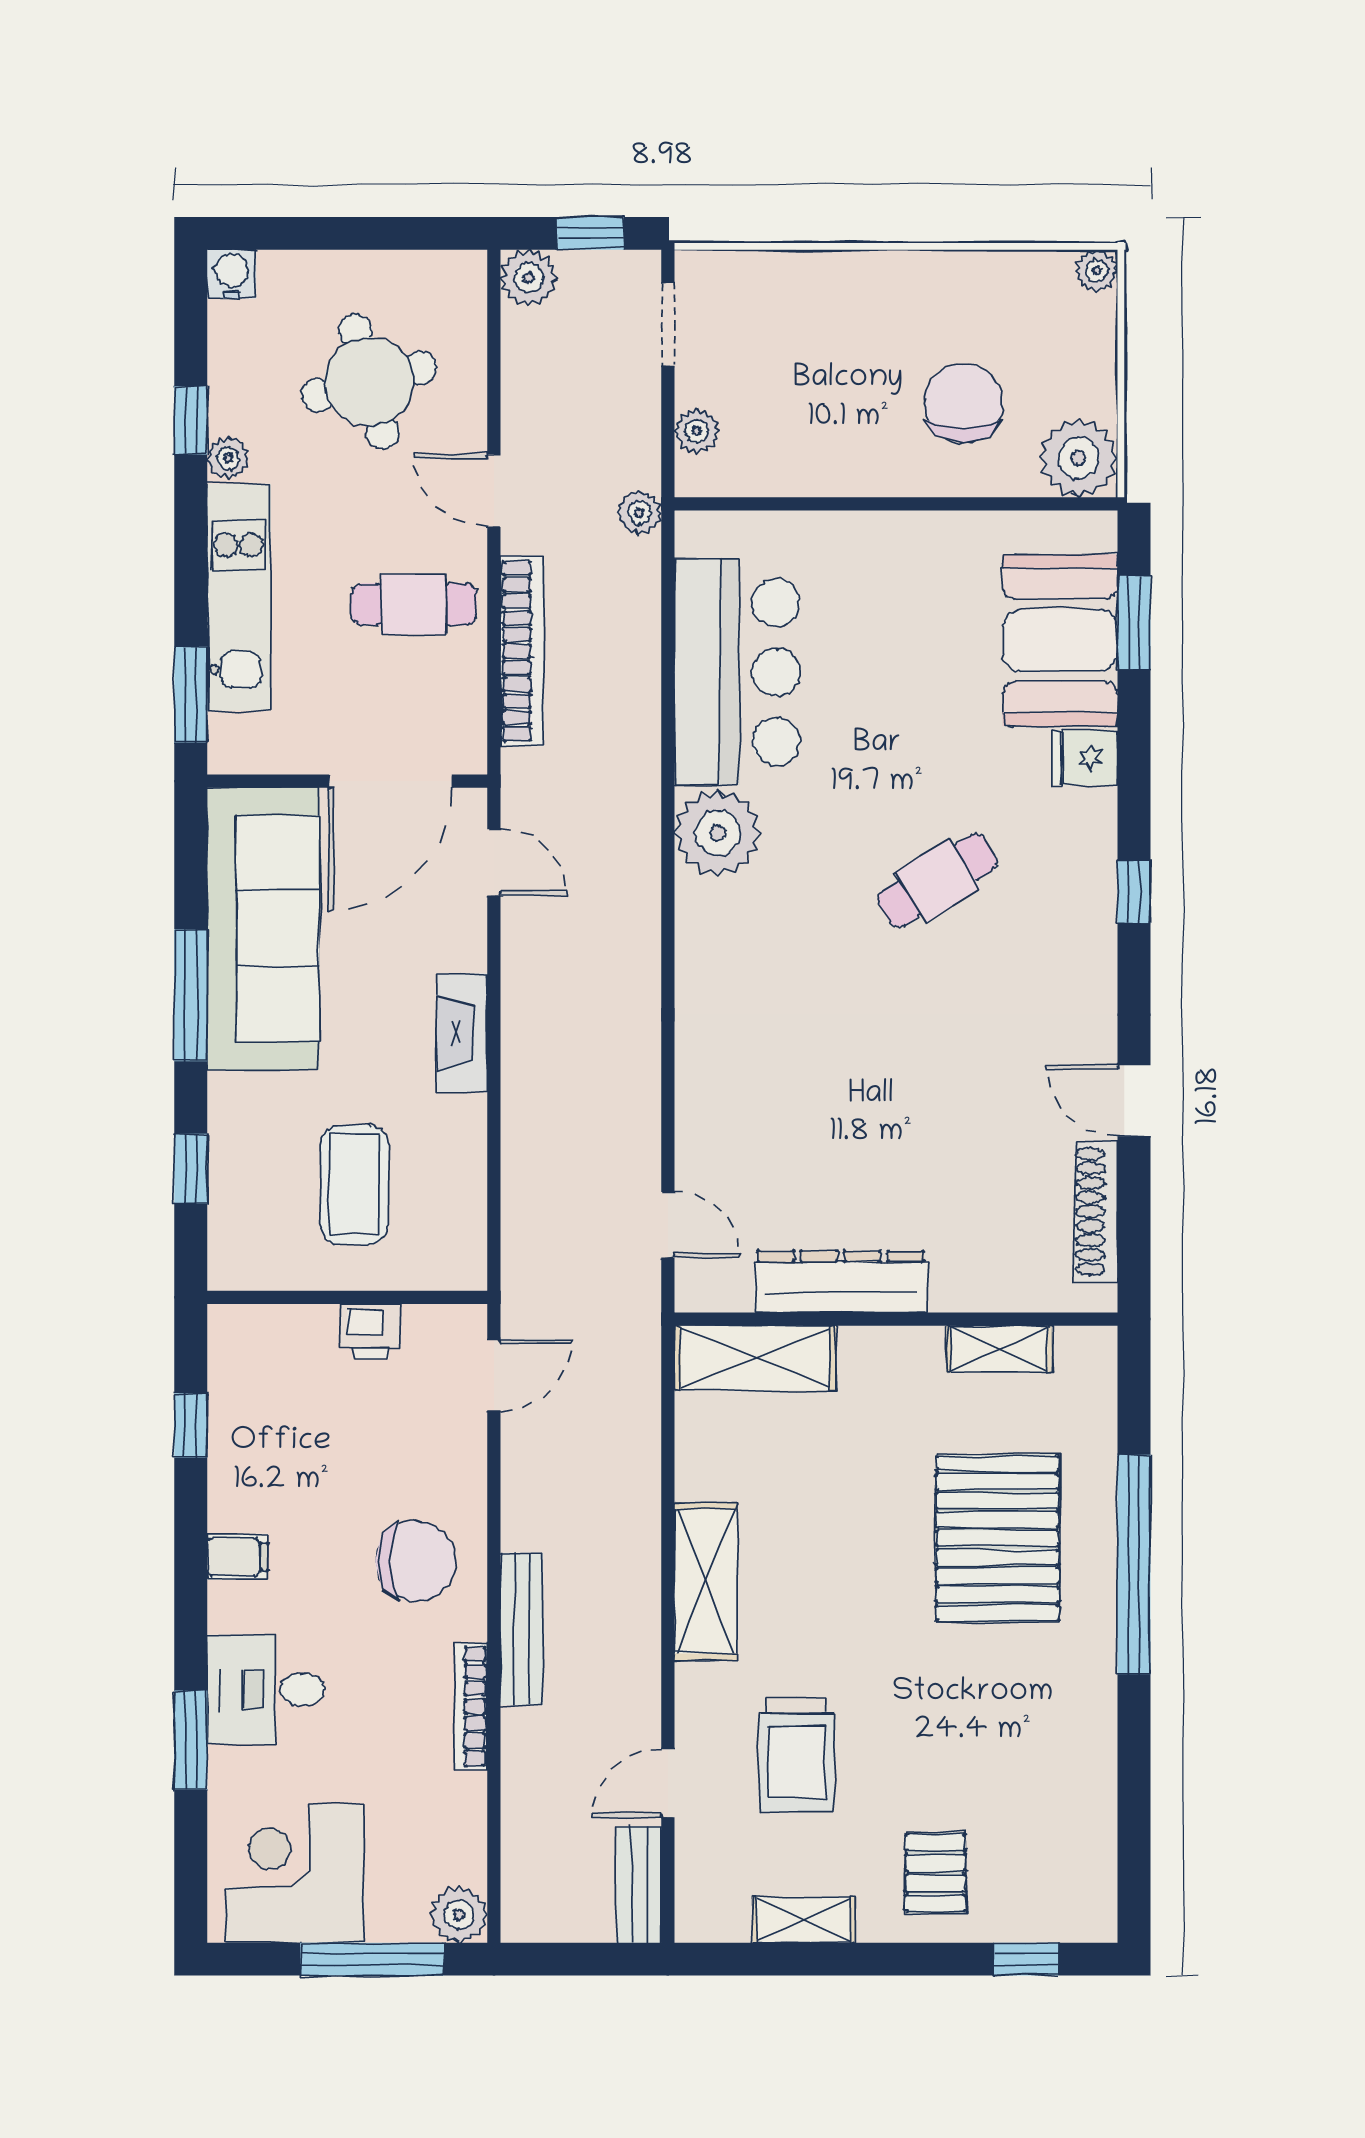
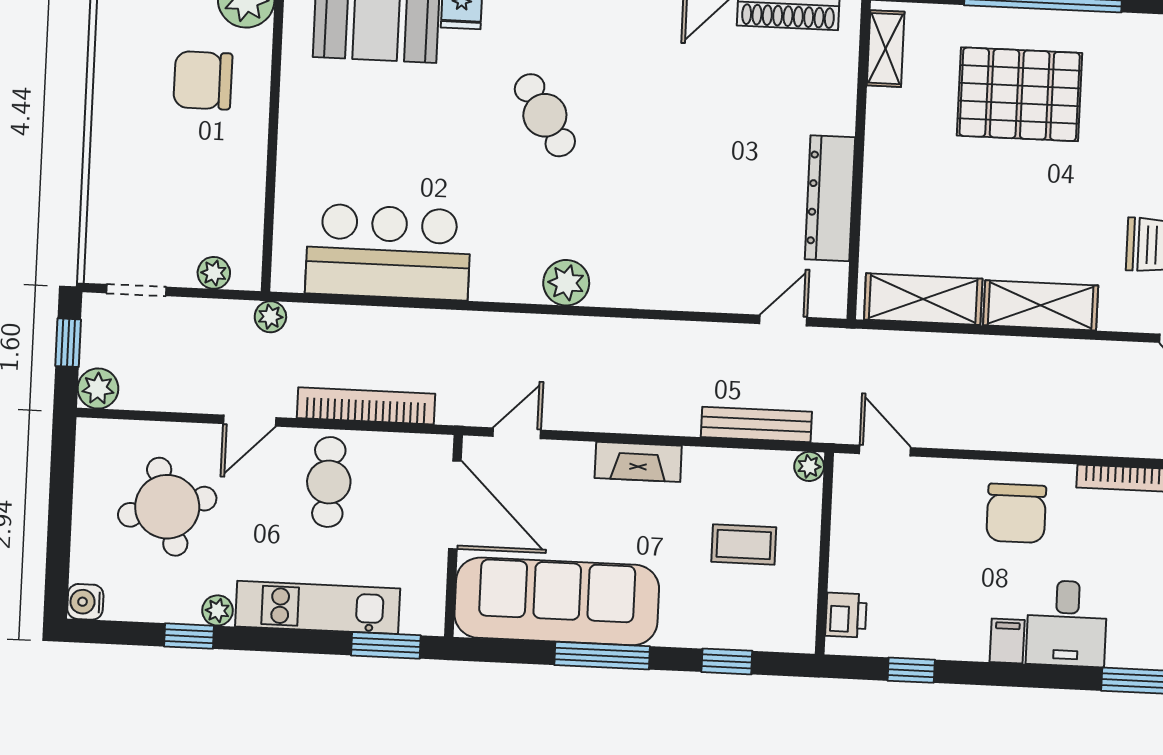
plant: (718, 833) -> (566, 283), moved, width x0.73, depth x0.73
coffee table: (354, 1185) -> (744, 545), width x0.73, depth x0.77
plant: (467, 1270) -> (809, 466), added
printer: (371, 1331) -> (846, 615), moved
shelving: (999, 1349) -> (886, 49), moved
shelving: (755, 1358) -> (923, 299), moved, turned 90
chair: (415, 1561) -> (1016, 513), turned 180
bench: (522, 1629) -> (756, 424), moved
desk: (266, 1689) -> (1067, 623), moved

